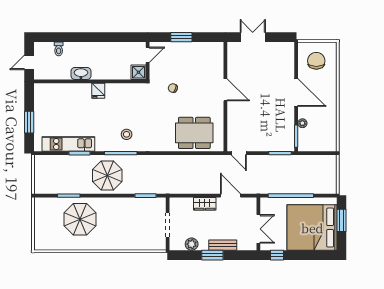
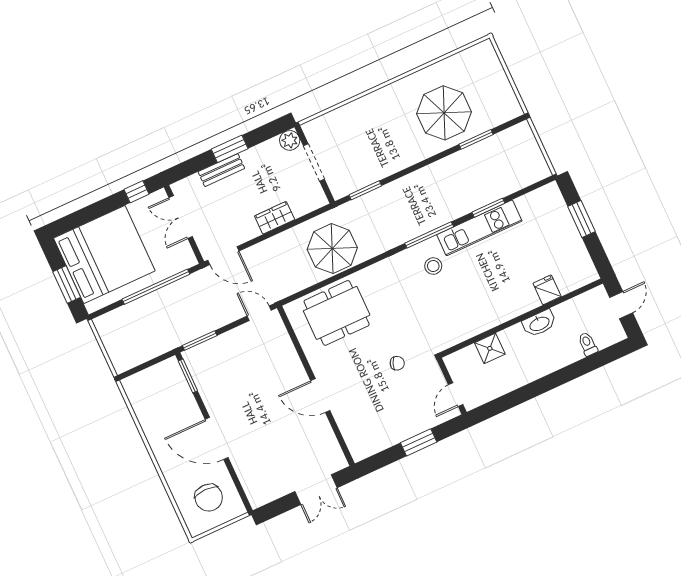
shower: (139, 72) -> (490, 348), moved
fridge: (98, 91) -> (547, 290), moved
plant: (302, 123) -> (187, 398), removed
kitchen unit: (68, 144) -> (479, 228), moved
parasol: (107, 175) -> (332, 249), moved
door: (230, 196) -> (223, 256), moved
plant: (192, 244) -> (290, 140), moved

